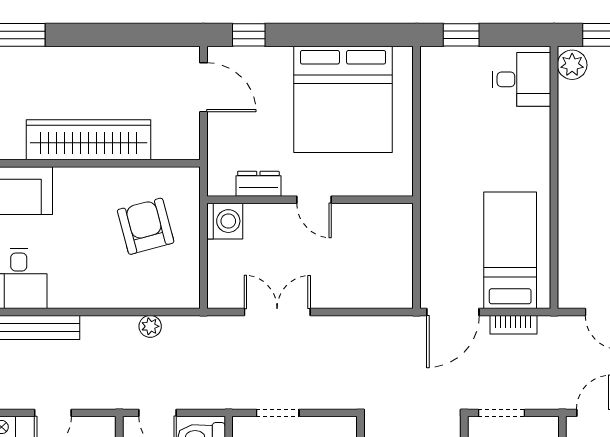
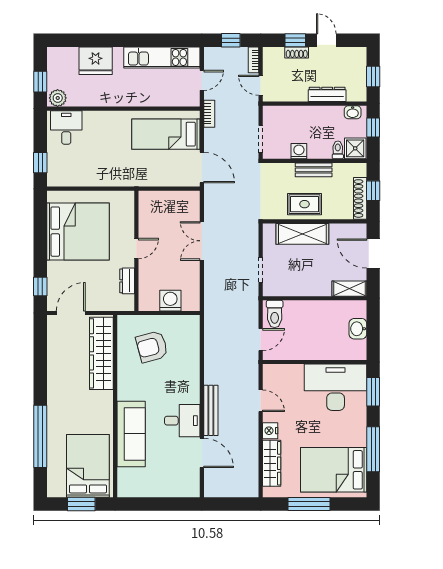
wardrobe: (89, 140) -> (101, 353), moved
washing machine: (225, 221) -> (170, 301), moved
double door: (277, 312) -> (202, 241), moved
bookcase: (513, 325) -> (209, 114), moved
plant: (150, 326) -> (210, 344), removed

